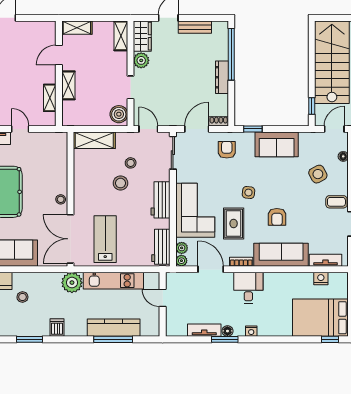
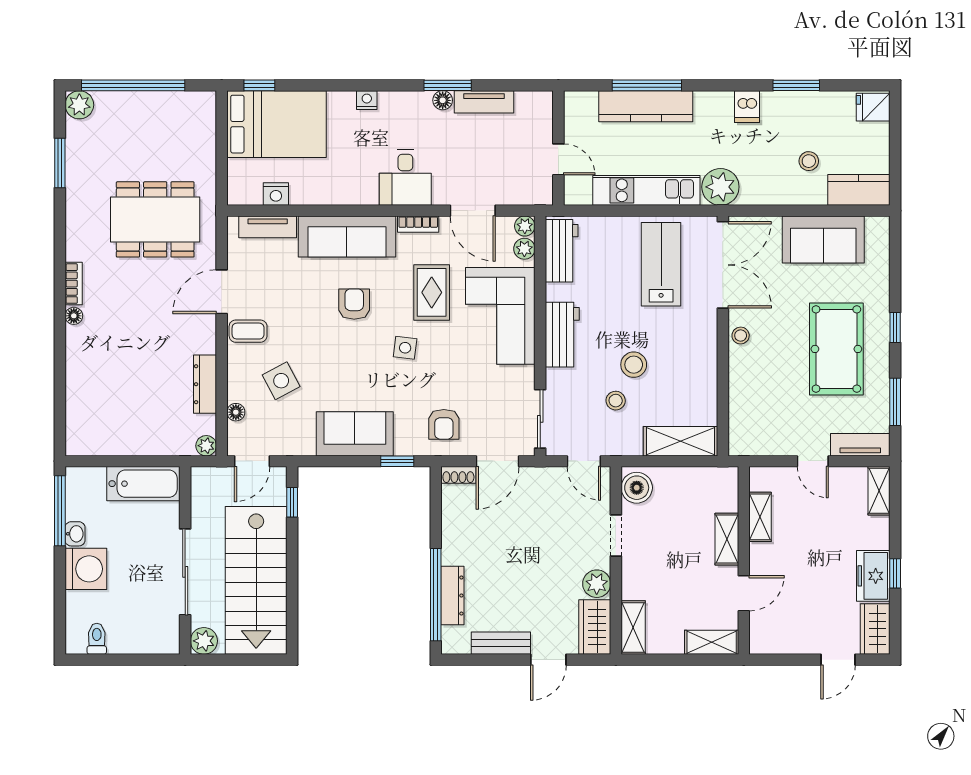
dresser: (222, 77) -> (452, 596), moved
lab bench: (105, 239) -> (661, 264), turned 180
nightstand: (251, 331) -> (367, 100), moved

